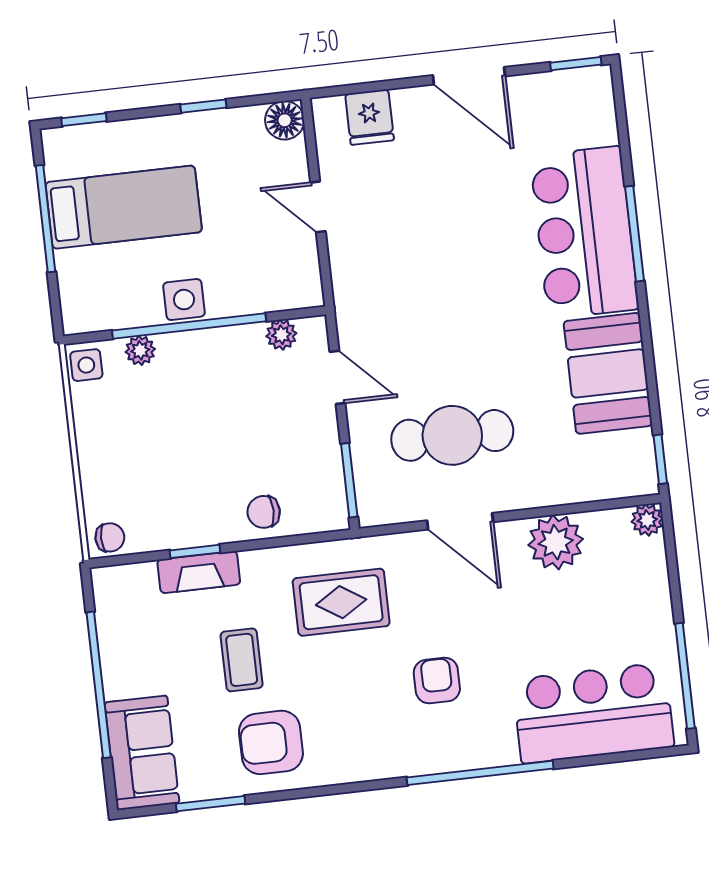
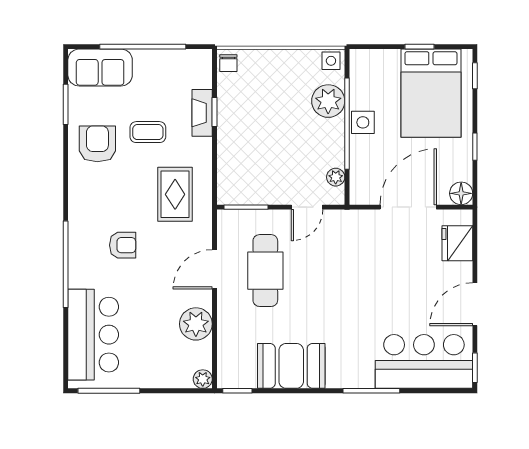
fridge: (370, 117) -> (457, 243), width x1.38
bed: (124, 207) -> (431, 93), width x1.50
door: (318, 207) -> (408, 207), width x1.87
window: (46, 219) -> (419, 47), width x0.46
bar counter: (584, 232) -> (424, 361), moved
plant: (140, 350) -> (328, 101), width x1.88, depth x1.88
chair: (264, 512) -> (233, 155), removed

